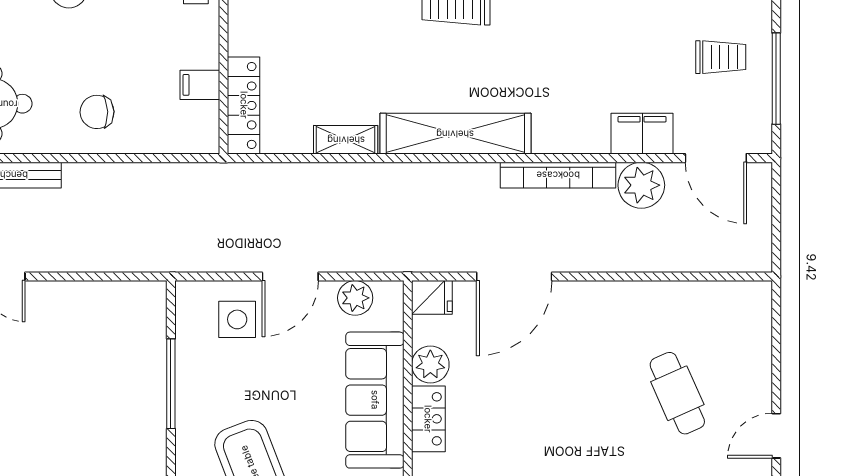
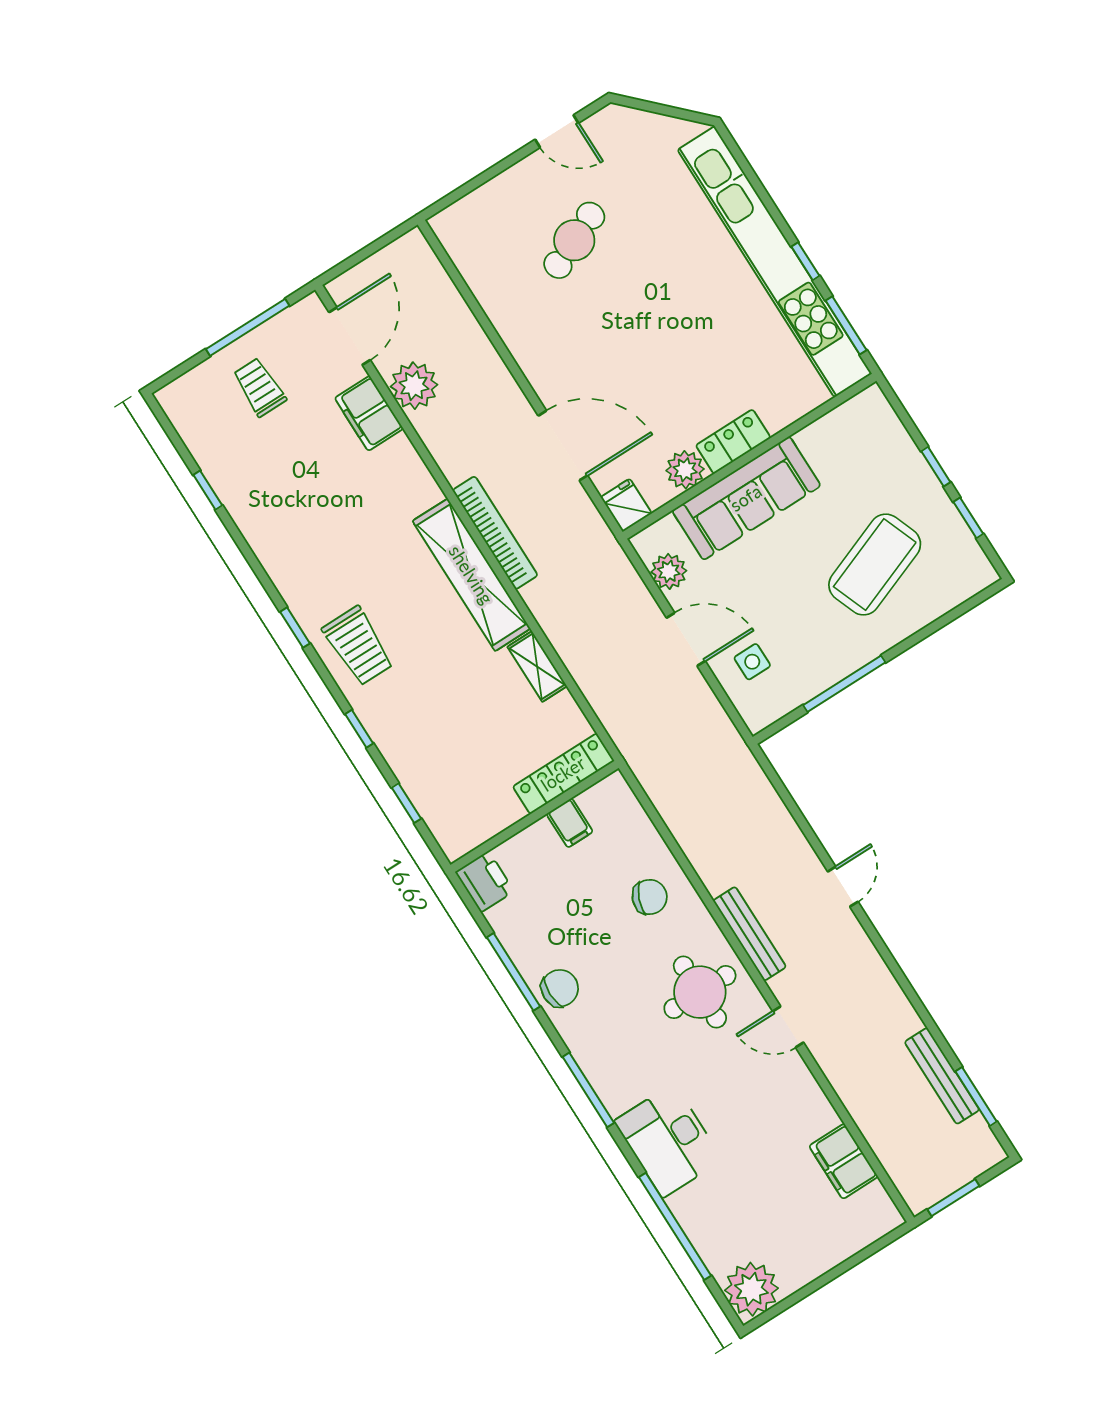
chair: (97, 112) -> (650, 897), turned -66
bookcase: (558, 175) -> (495, 533), moved
side table: (237, 319) -> (752, 662), width x0.73, depth x0.73

